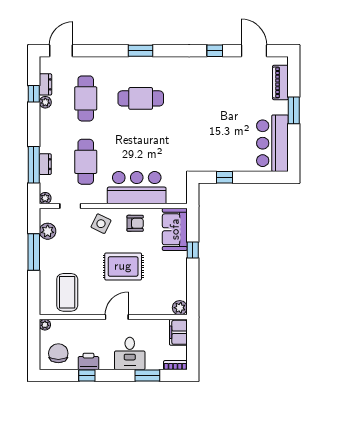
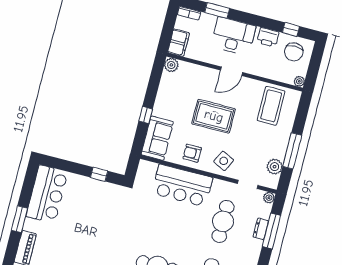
desk: (130, 353) -> (233, 36), width x1.37
window: (87, 375) -> (291, 29), moved

